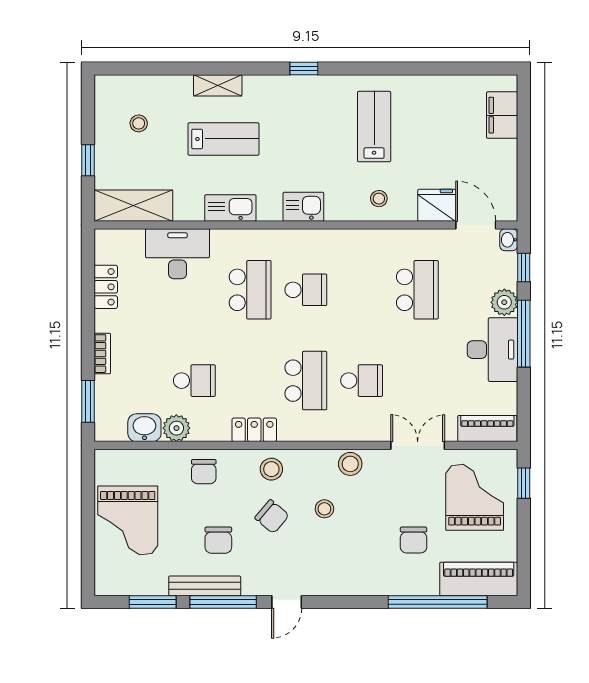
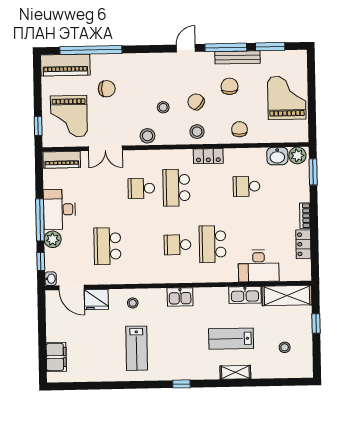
kitchen sink: (230, 208) -> (245, 295), moved
bookcase: (102, 354) -> (305, 216), moved
plant: (176, 428) -> (297, 155), moved
chair: (414, 540) -> (107, 89), turned 90

